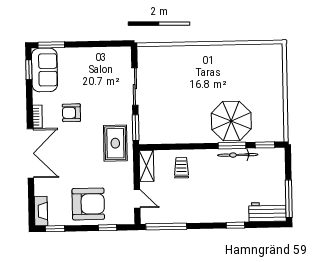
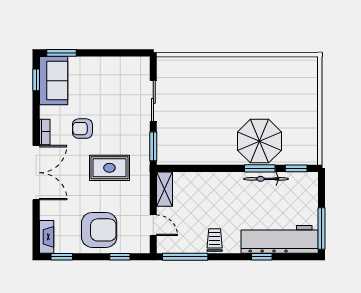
rug: (115, 143) -> (109, 168), moved, turned 90
trolley: (181, 168) -> (215, 240), moved
workbench: (267, 212) -> (280, 239), width x1.88, depth x1.32

